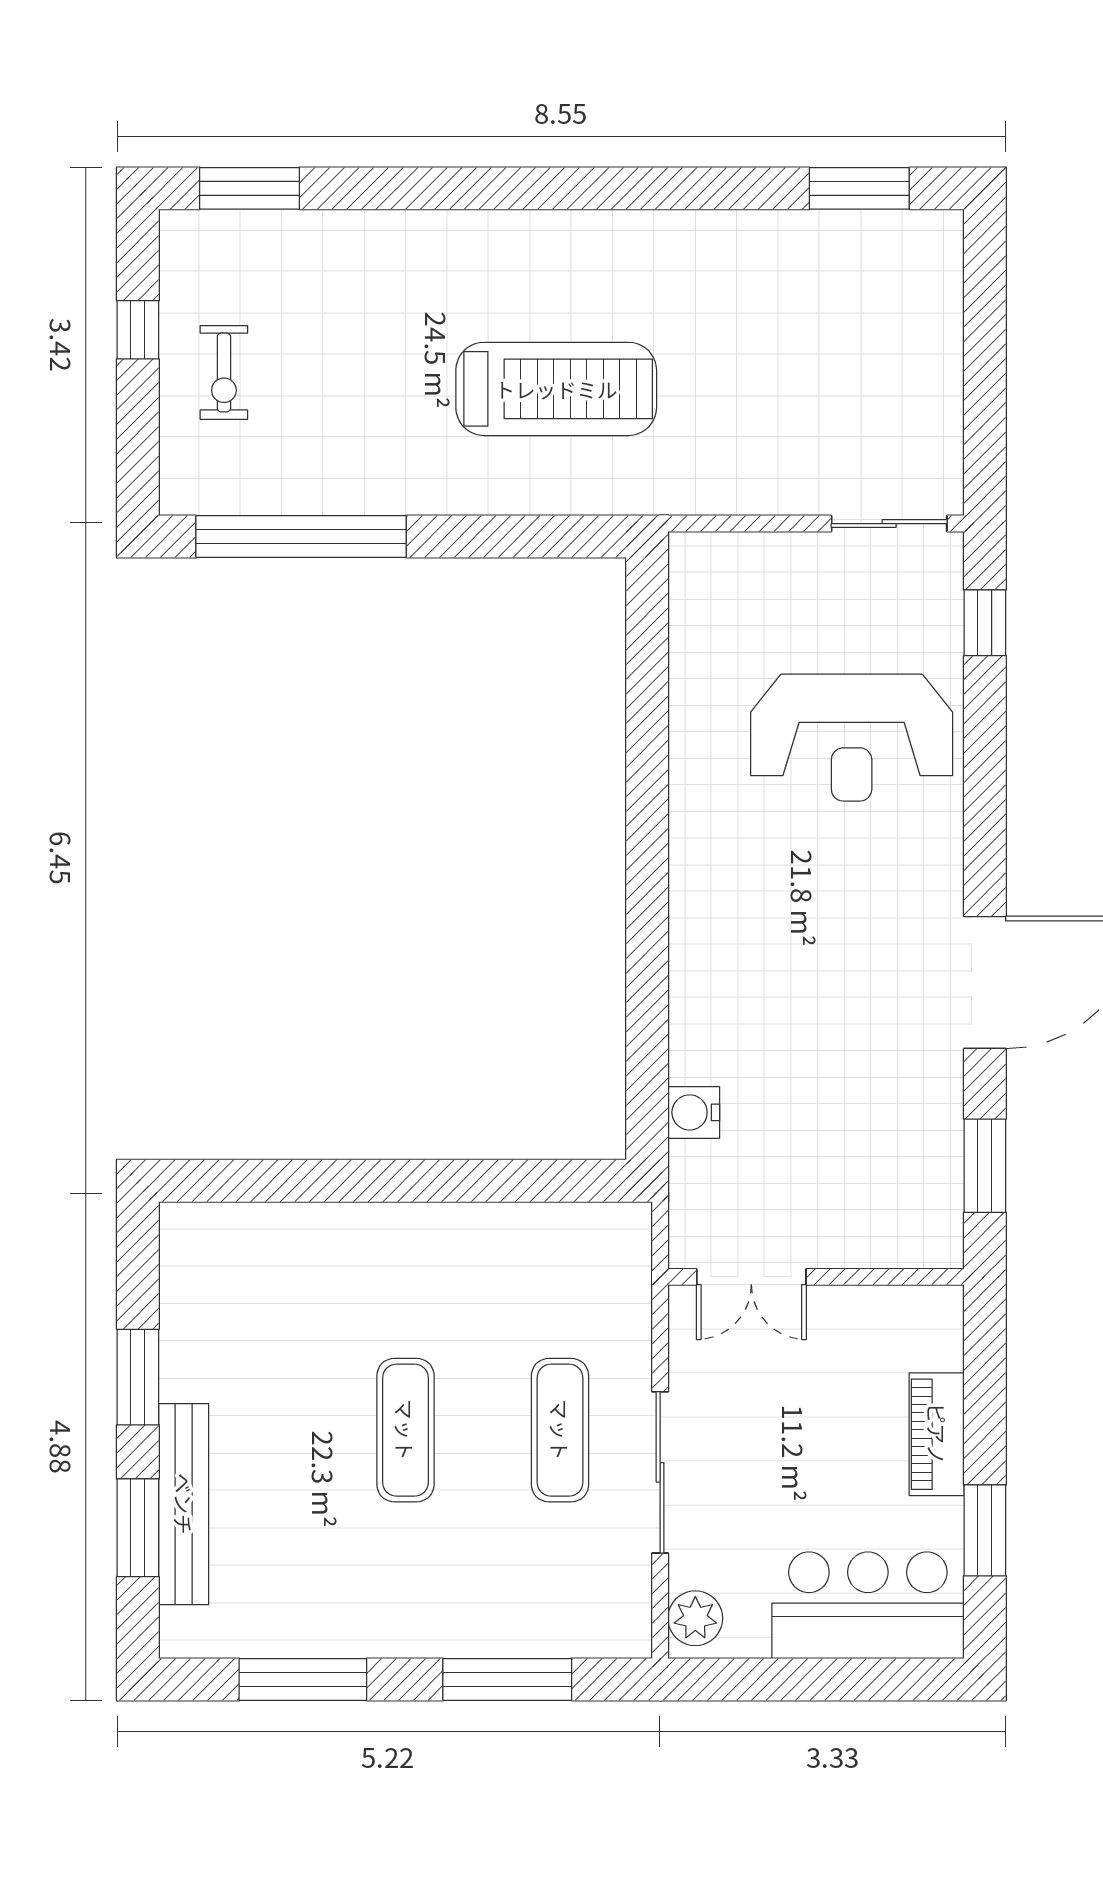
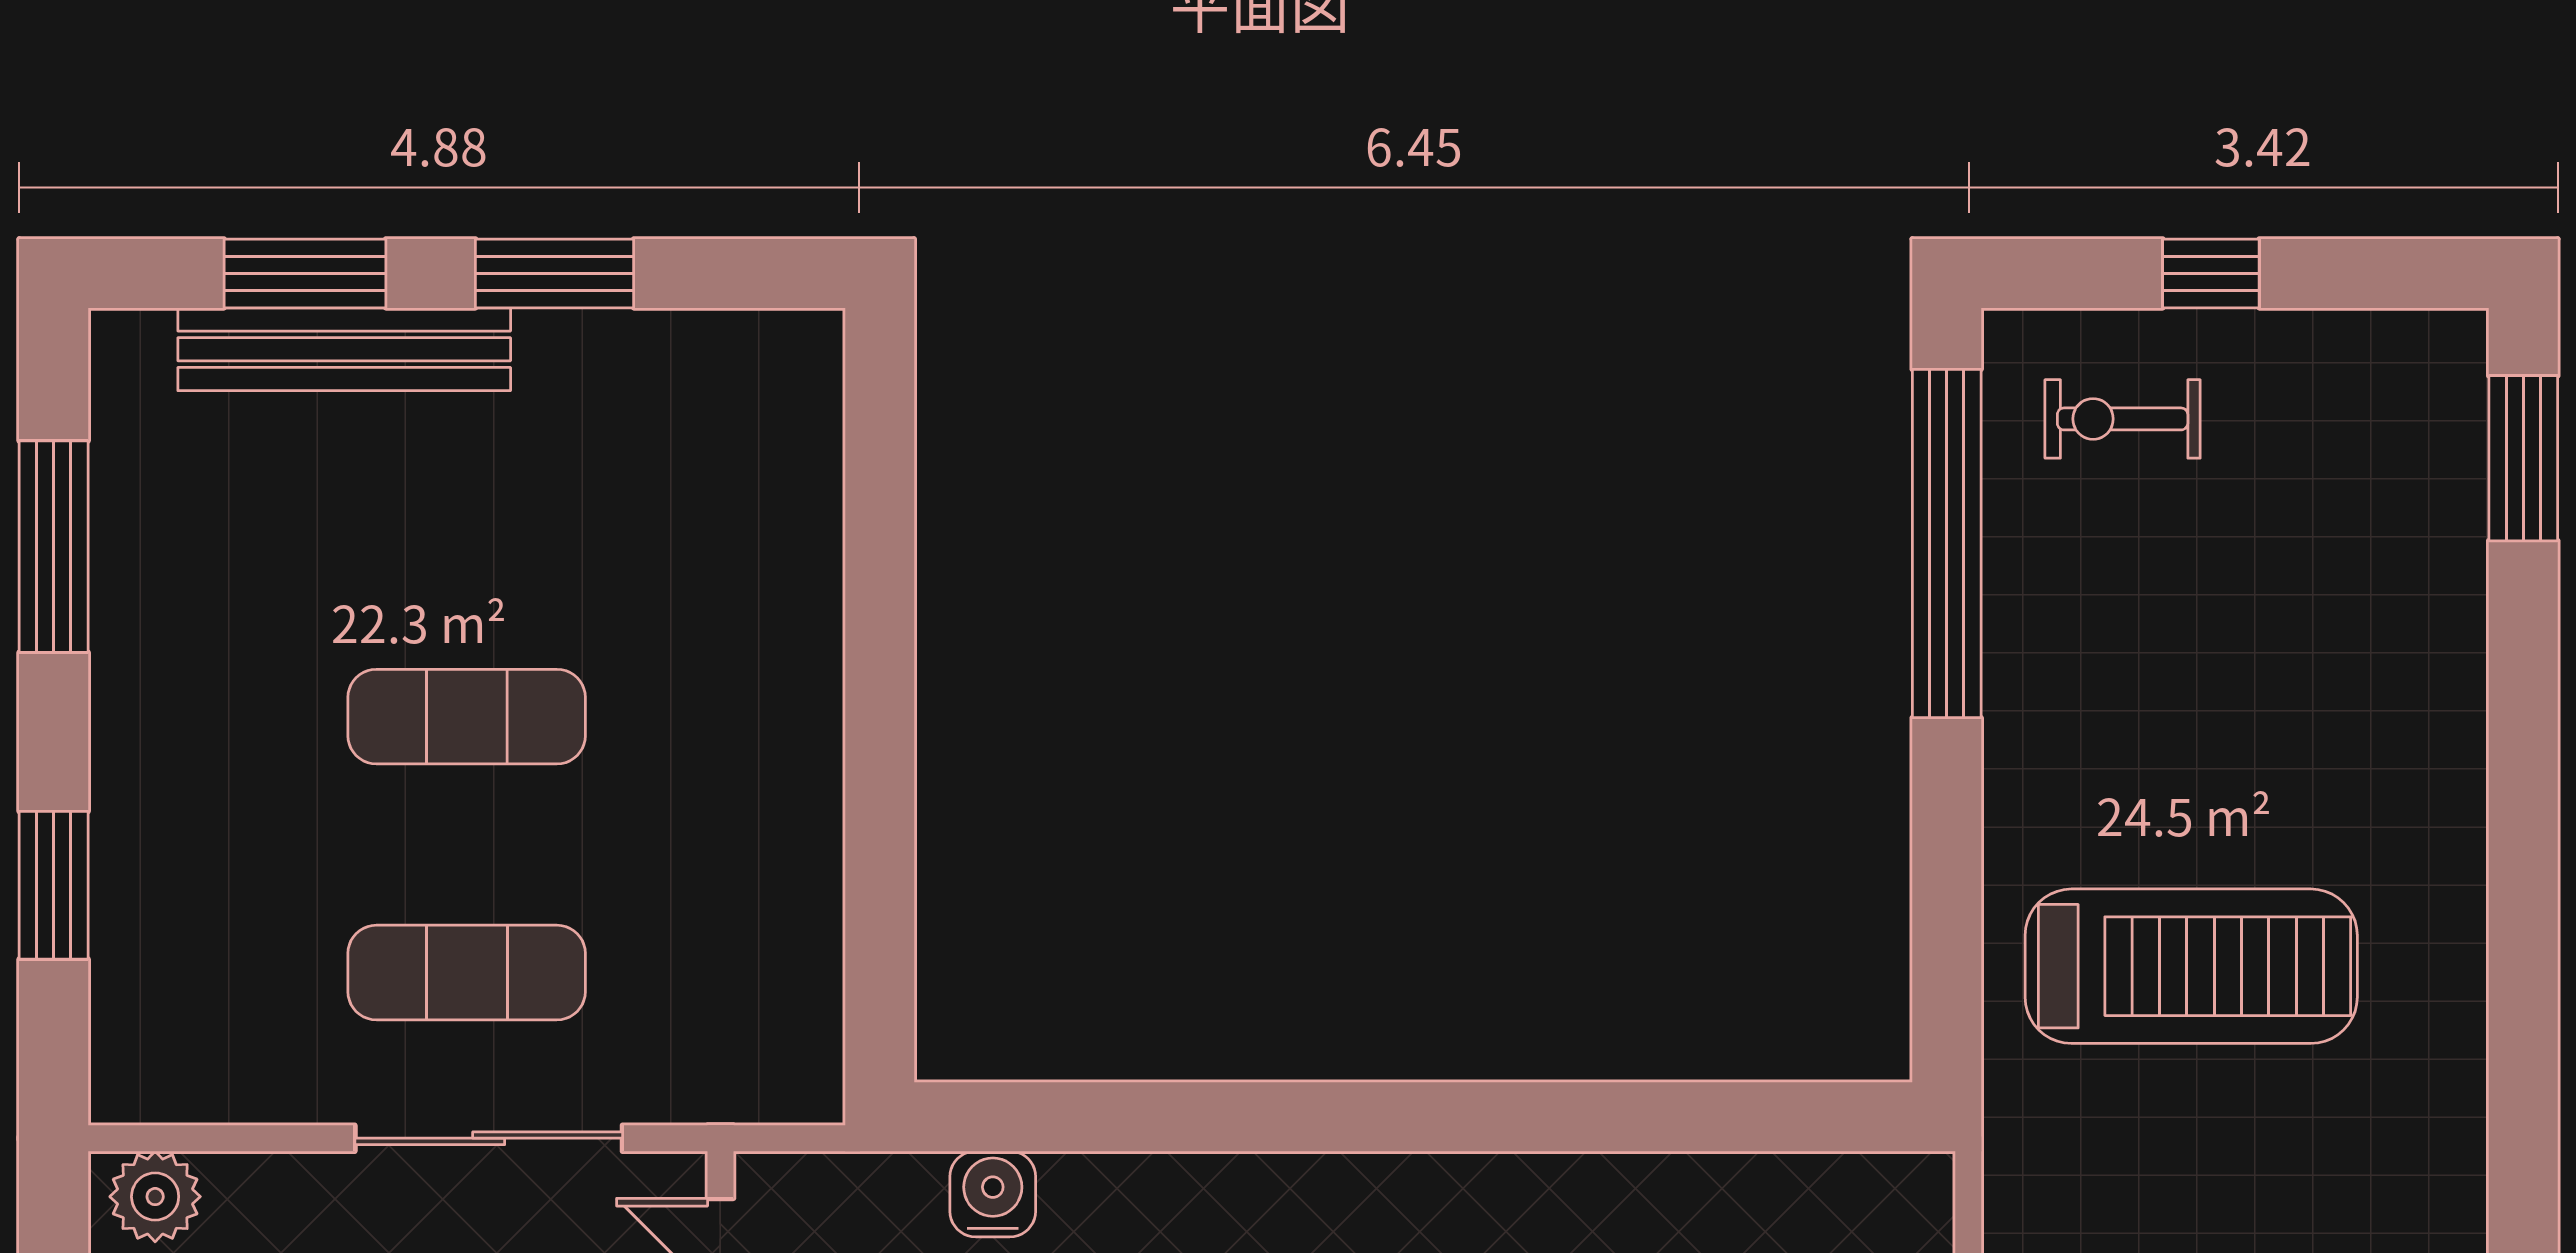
window: (138, 330) -> (2211, 273), moved
exercise bike: (224, 372) -> (2123, 419), moved
treadmill: (556, 389) -> (2191, 966), turned -90
sliding door: (660, 1472) -> (489, 1138), moved
window: (507, 1680) -> (54, 885), width x0.69

